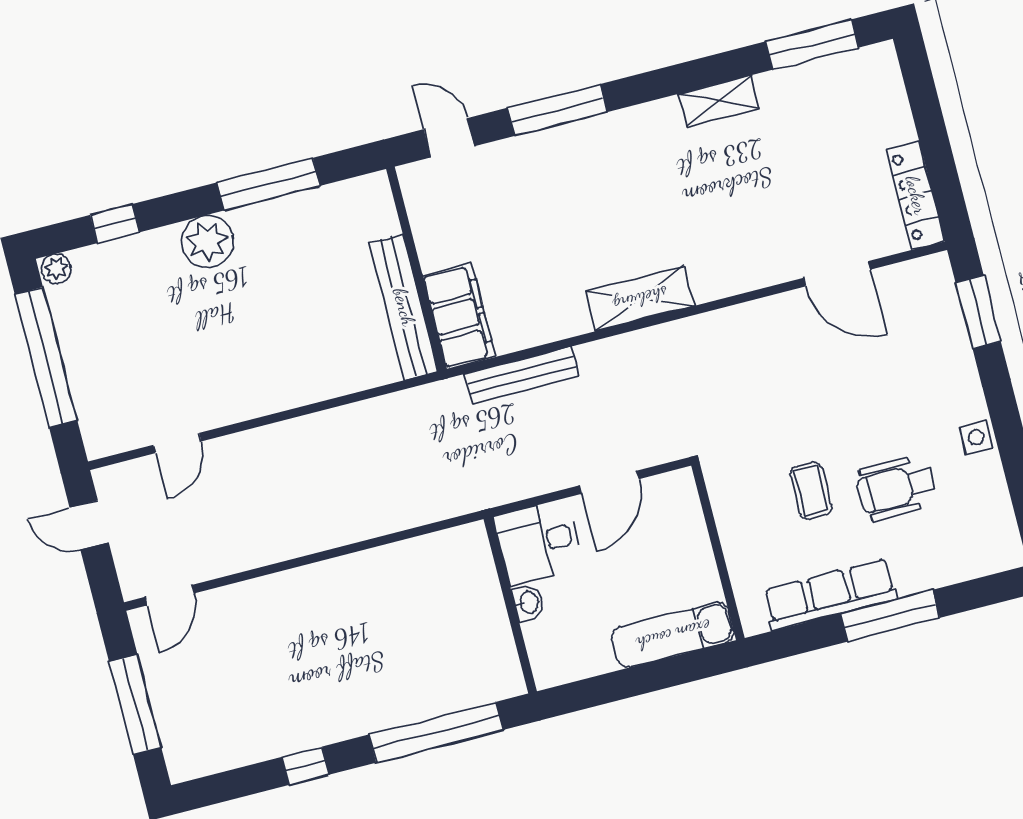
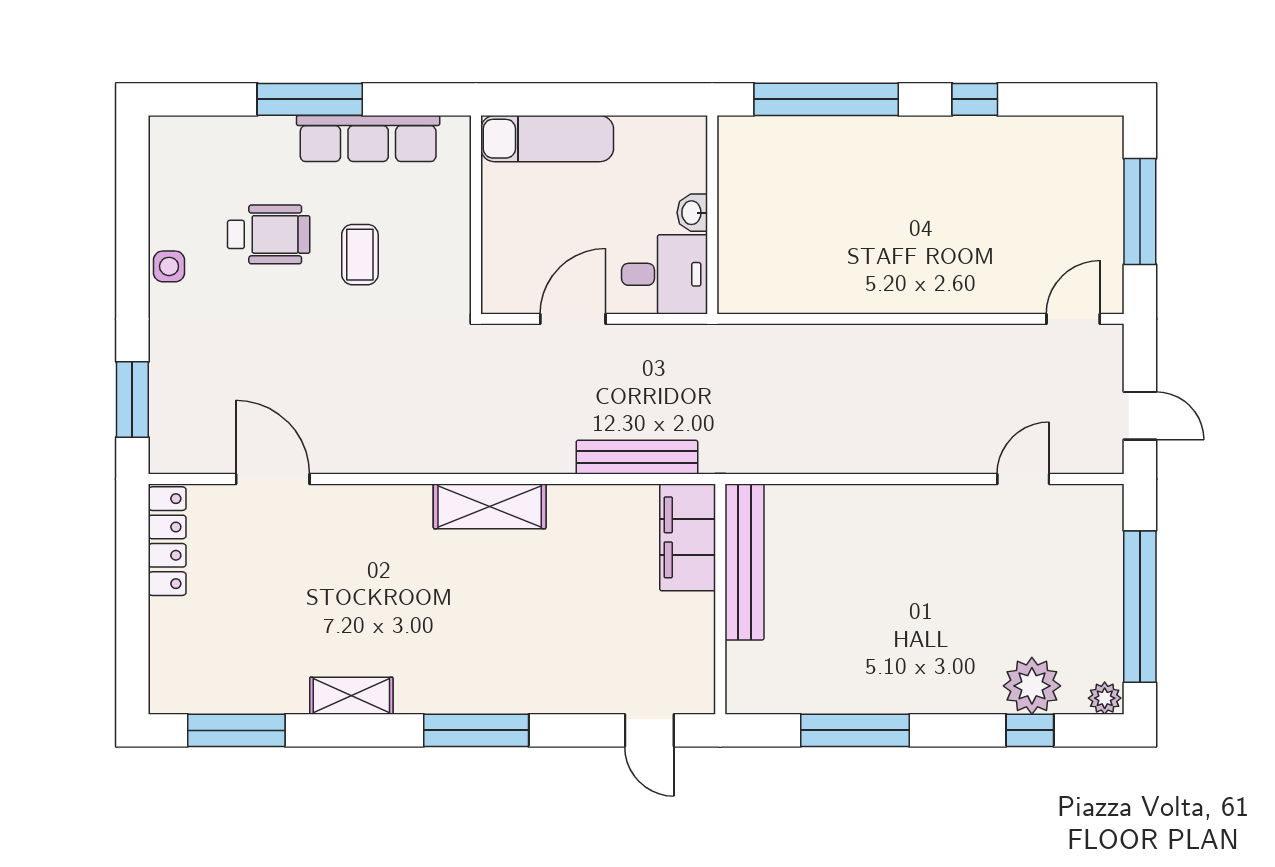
window: (557, 110) -> (476, 730), moved
plant: (207, 242) -> (1032, 686), moved

